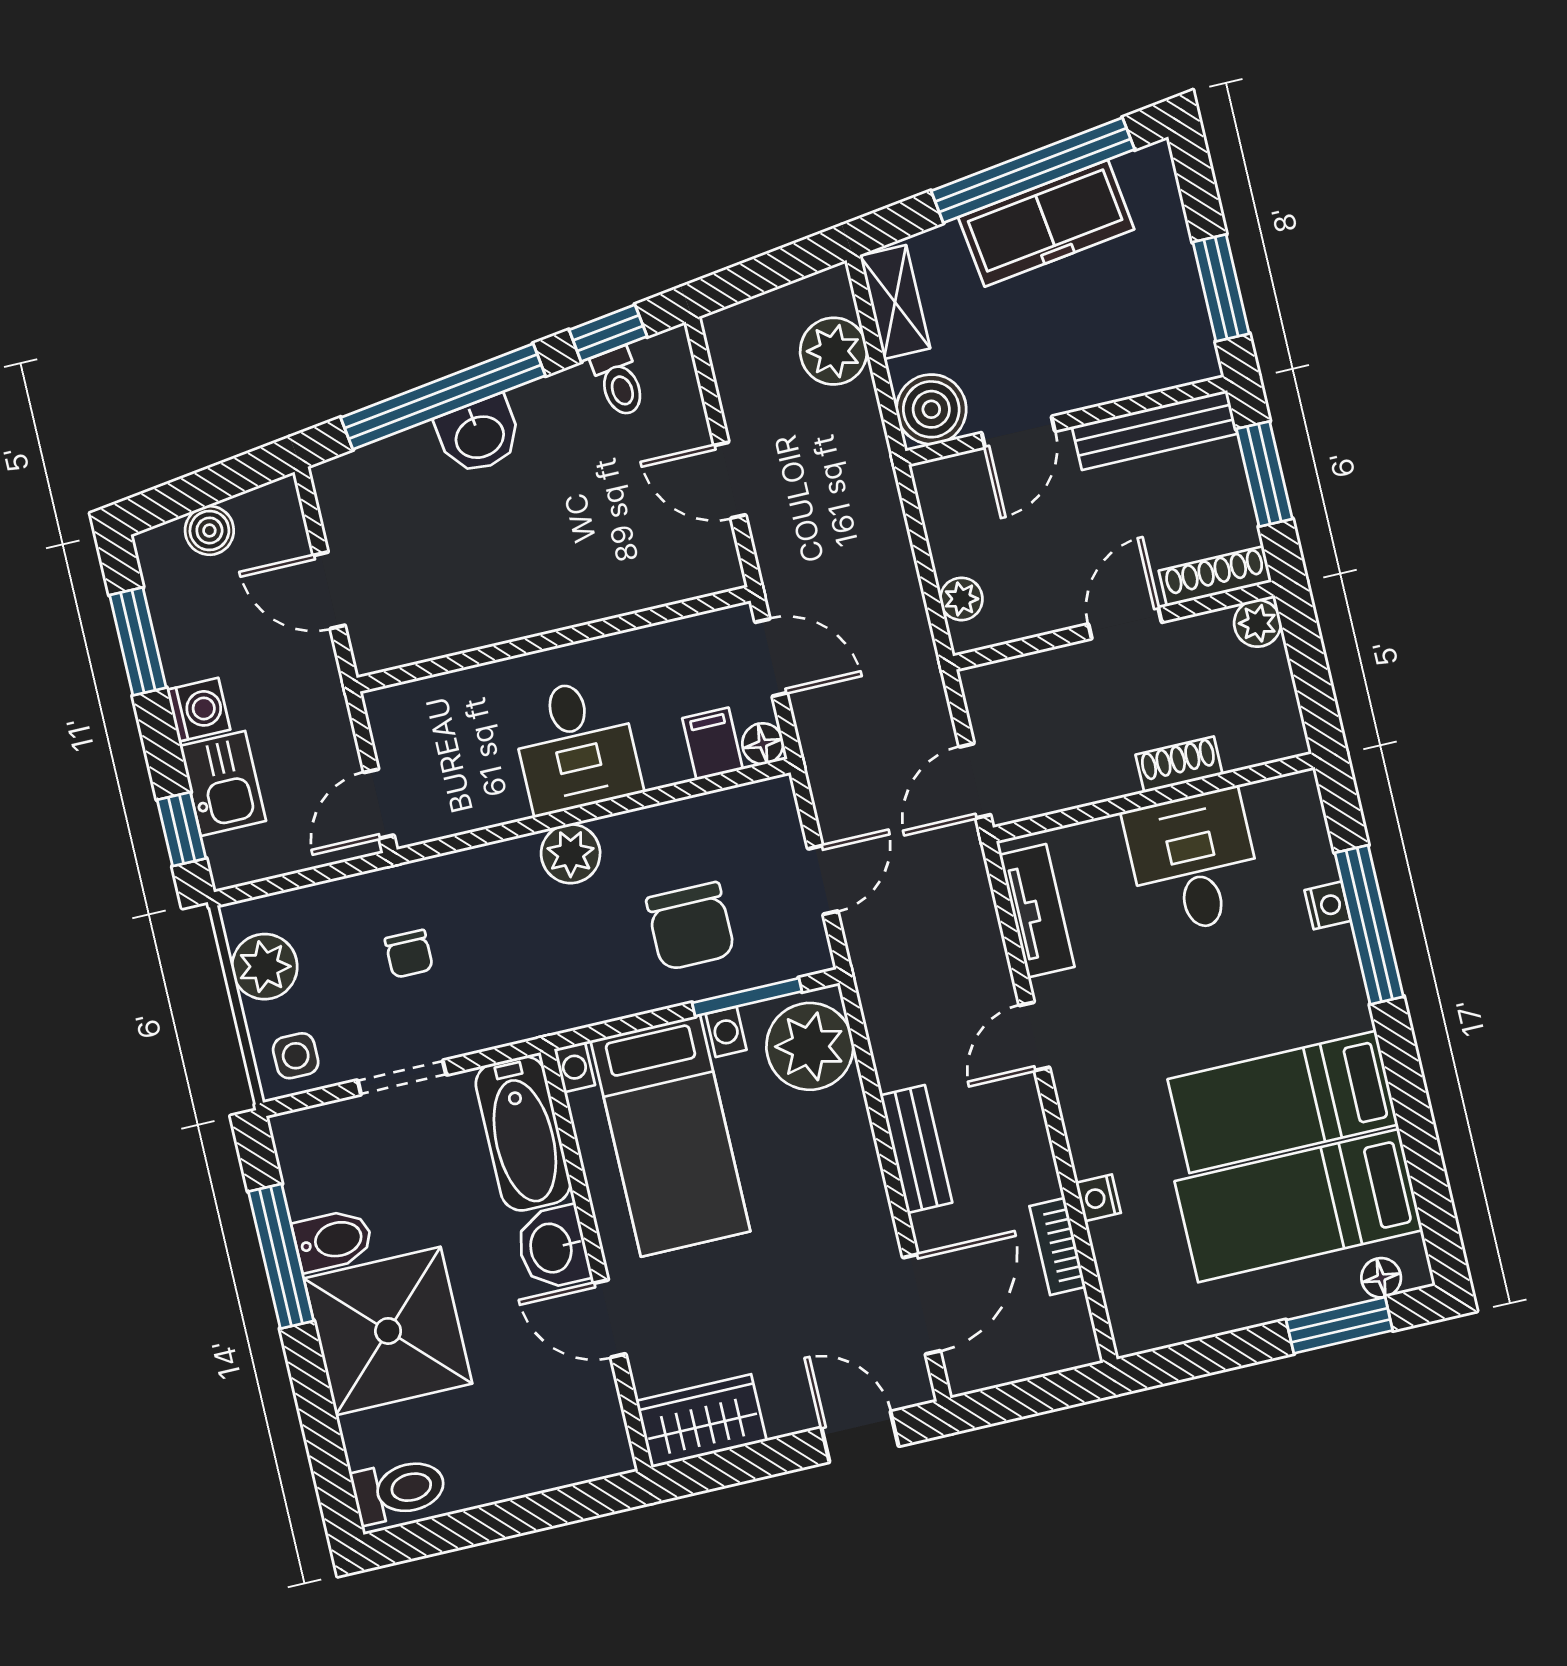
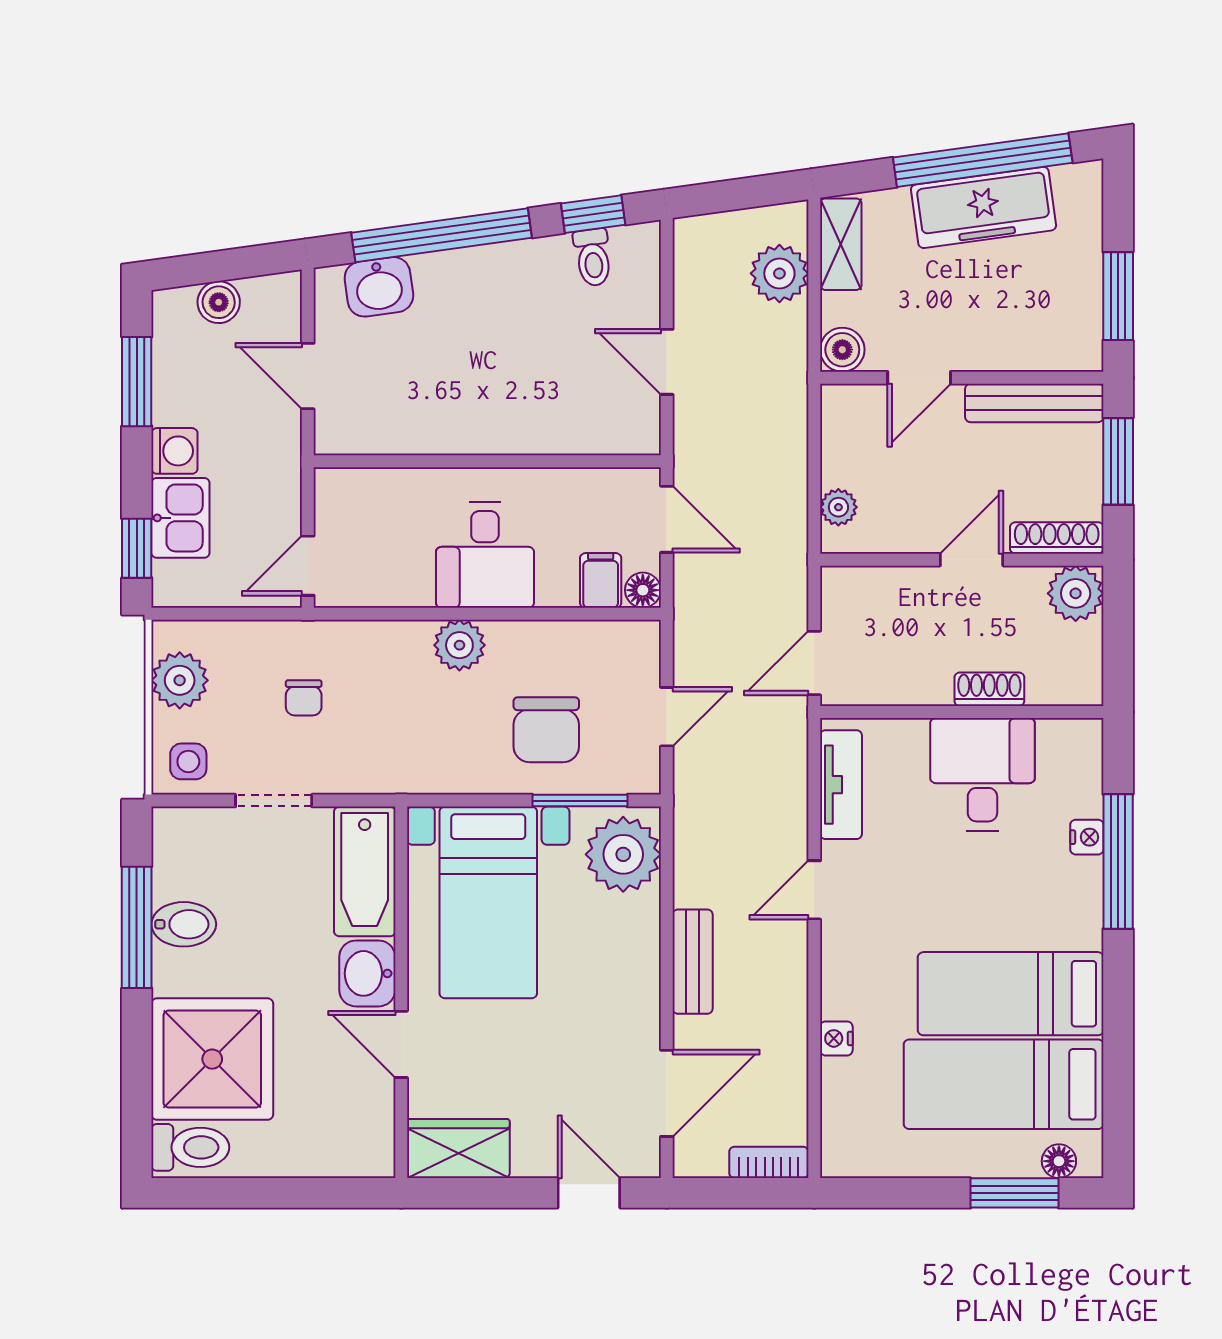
boiler: (931, 409) -> (842, 350), width x0.73, depth x0.73
washbasin: (479, 435) -> (379, 287), moved
plant: (1258, 623) -> (1076, 593), width x1.38, depth x1.38
bookcase: (1057, 1246) -> (769, 1162), moved, turned 90
shower: (388, 1331) -> (212, 1059), moved

